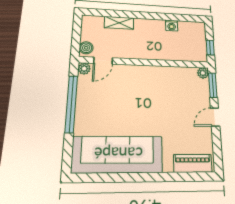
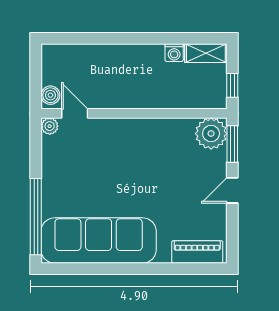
shelving: (119, 23) -> (206, 53), moved
door: (103, 61) -> (75, 113), swing flipped
plant: (203, 73) -> (211, 134), width x1.88, depth x1.88
window: (71, 104) -> (36, 217), moved

